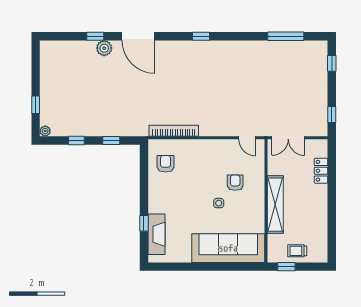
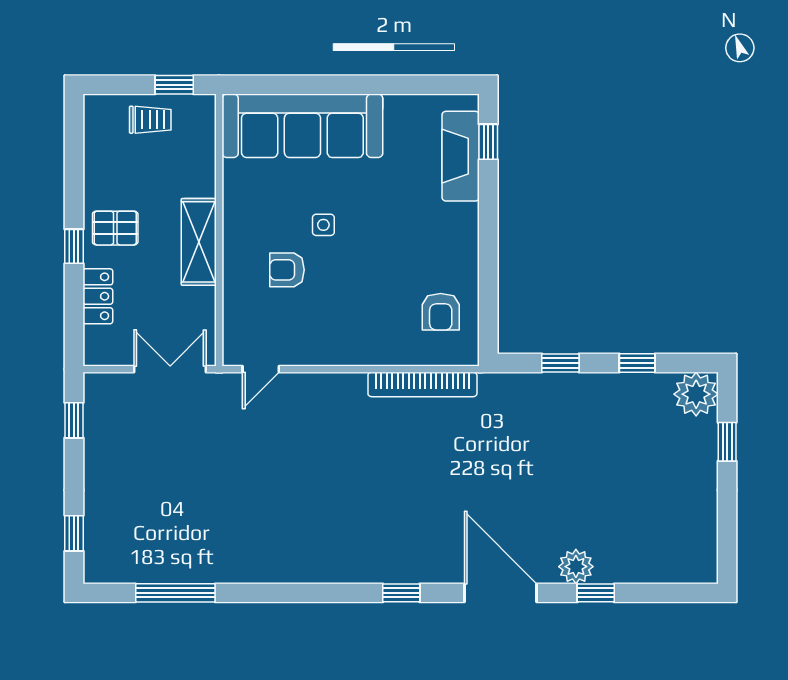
window: (201, 36) -> (401, 593), moved
plant: (45, 131) -> (696, 394), width x1.87, depth x1.87
door: (247, 138) -> (261, 369), swing flipped
armchair: (235, 183) -> (287, 270), turned 90
window: (332, 193) -> (74, 246), added
pallet: (313, 202) -> (115, 228), added
shelving: (275, 205) -> (199, 242), width x0.68
window: (144, 223) -> (488, 142), moved

